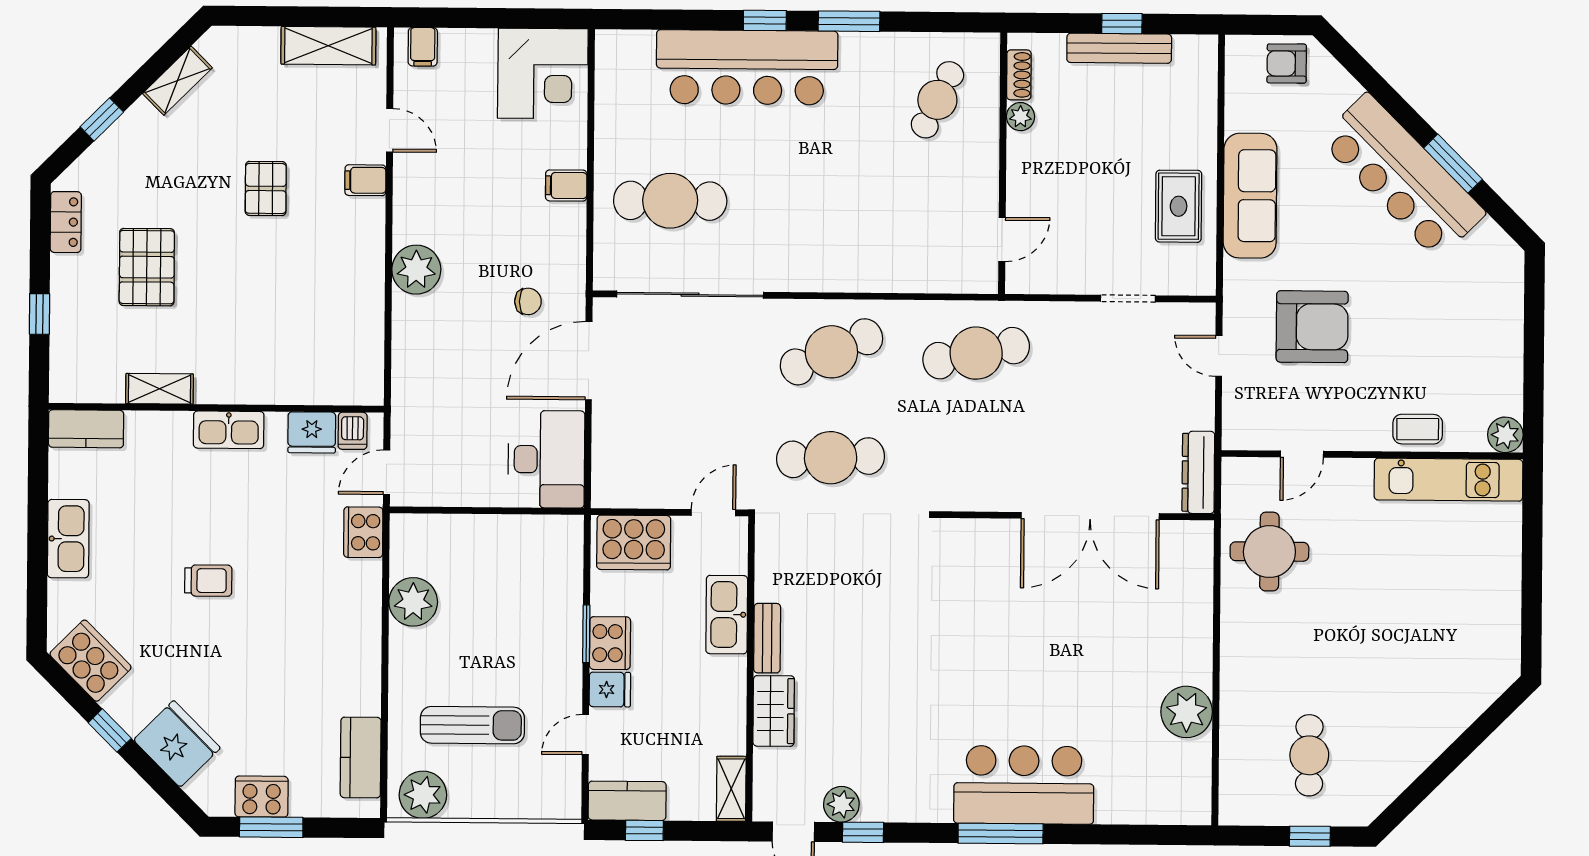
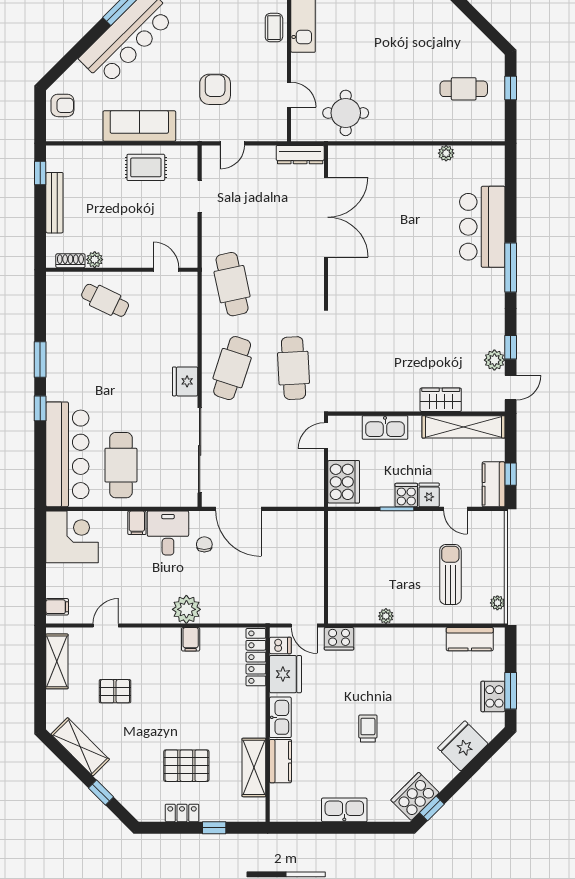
window: (1122, 24) -> (40, 173), moved
armchair: (1287, 64) -> (62, 105), turned -90
bar counter: (747, 67) -> (67, 454), moved
shelving: (177, 81) -> (80, 747), width x1.50, depth x1.33
cafe table: (937, 100) -> (105, 300), moved
filing cabinet: (365, 180) -> (191, 639), moved
pallet: (266, 188) -> (115, 691), moved
cafe table: (670, 201) -> (121, 465), moved
locker: (66, 222) -> (182, 813), moved
fridge: (809, 271) -> (185, 381), added
armchair: (1312, 327) -> (215, 89), width x0.73, depth x0.73
cafe table: (831, 352) -> (232, 368), turned 42
locker: (333, 388) -> (256, 657), added
shelving: (160, 389) -> (254, 767), width x1.50, depth x1.33
kitchen counter: (86, 429) -> (280, 761), moved
fridge: (312, 432) -> (285, 674), width x1.36, depth x1.34
desk: (546, 459) -> (168, 533), moved, width x0.73
door: (713, 513) -> (326, 436), hinge flipped
plant: (413, 602) -> (386, 616), width x0.53, depth x0.53
bench: (767, 638) -> (398, 404), removed
cooker: (610, 643) -> (406, 495), width x0.73
plant: (1187, 712) -> (446, 153), width x0.53, depth x0.53
window: (110, 730) -> (432, 808), moved
bar counter: (1024, 785) -> (482, 227), moved
shelving: (731, 789) -> (463, 427), width x2.20, depth x1.33
plant: (423, 795) -> (497, 603), width x0.53, depth x0.53

